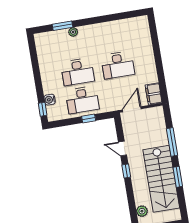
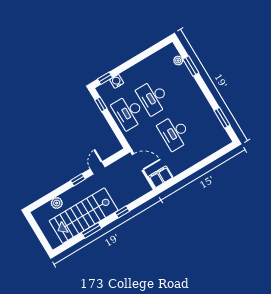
window: (121, 16) -> (222, 118), added
plant: (73, 32) -> (178, 61), moved
window: (89, 119) -> (101, 104), moved
window: (172, 142) -> (122, 212), width x0.46
plant: (142, 211) -> (57, 203), moved

